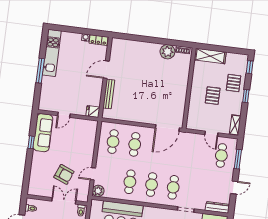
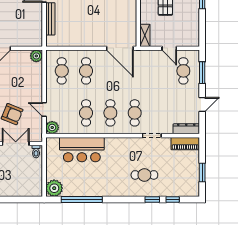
fridge: (93, 112) -> (35, 41), removed
plant: (92, 125) -> (36, 56), added
shelving: (235, 125) -> (145, 35), moved
door: (167, 128) -> (120, 48), hinge flipped
door: (93, 174) -> (44, 109), hinge flipped

